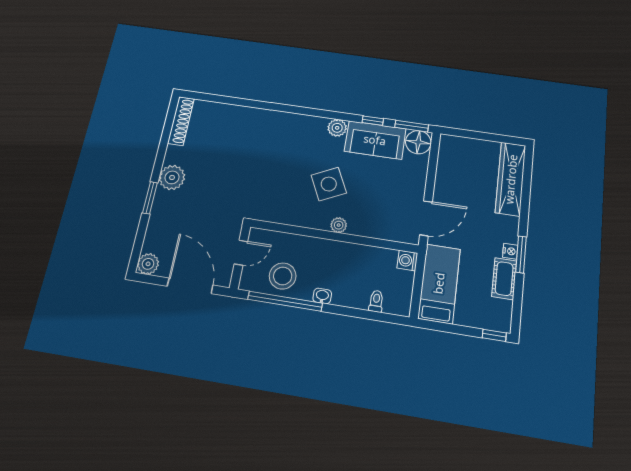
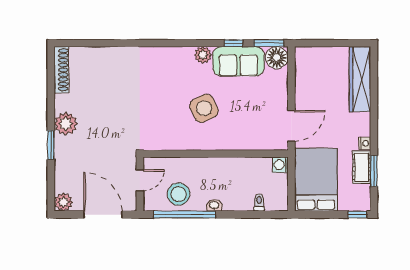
plant: (339, 225) -> (218, 143), removed
window: (521, 254) -> (374, 171), moved
bed: (439, 283) -> (316, 180), width x1.50

